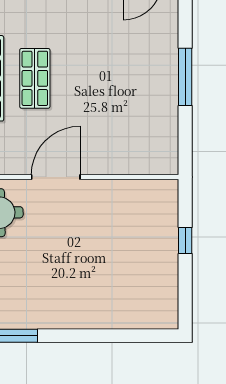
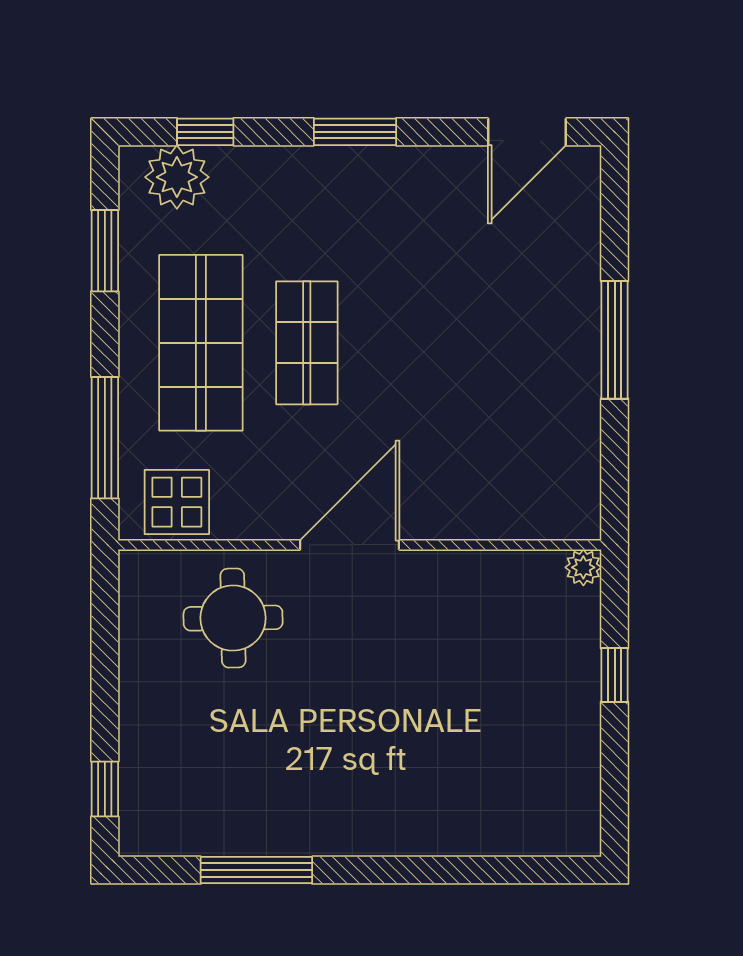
plant: (170, 188) -> (583, 567), added

